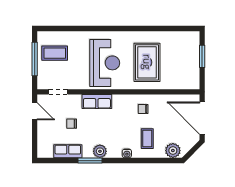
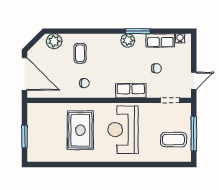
door: (35, 111) -> (194, 81), swing flipped
water cooler: (127, 153) -> (180, 38), moved

